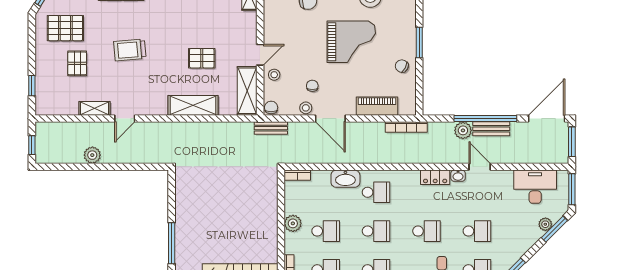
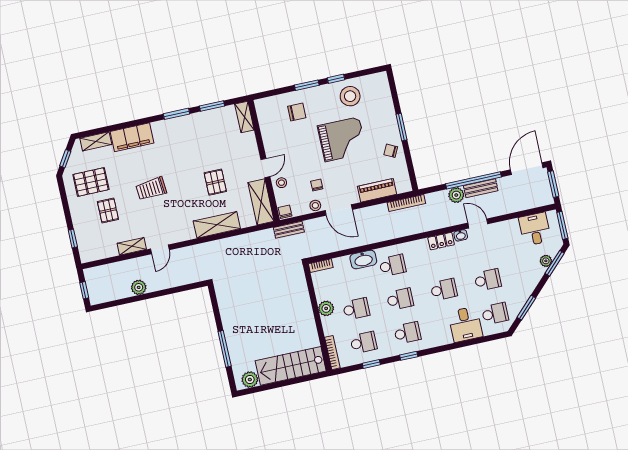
pallet: (202, 58) -> (215, 182), turned 90
desk: (535, 187) -> (535, 229), width x0.73

